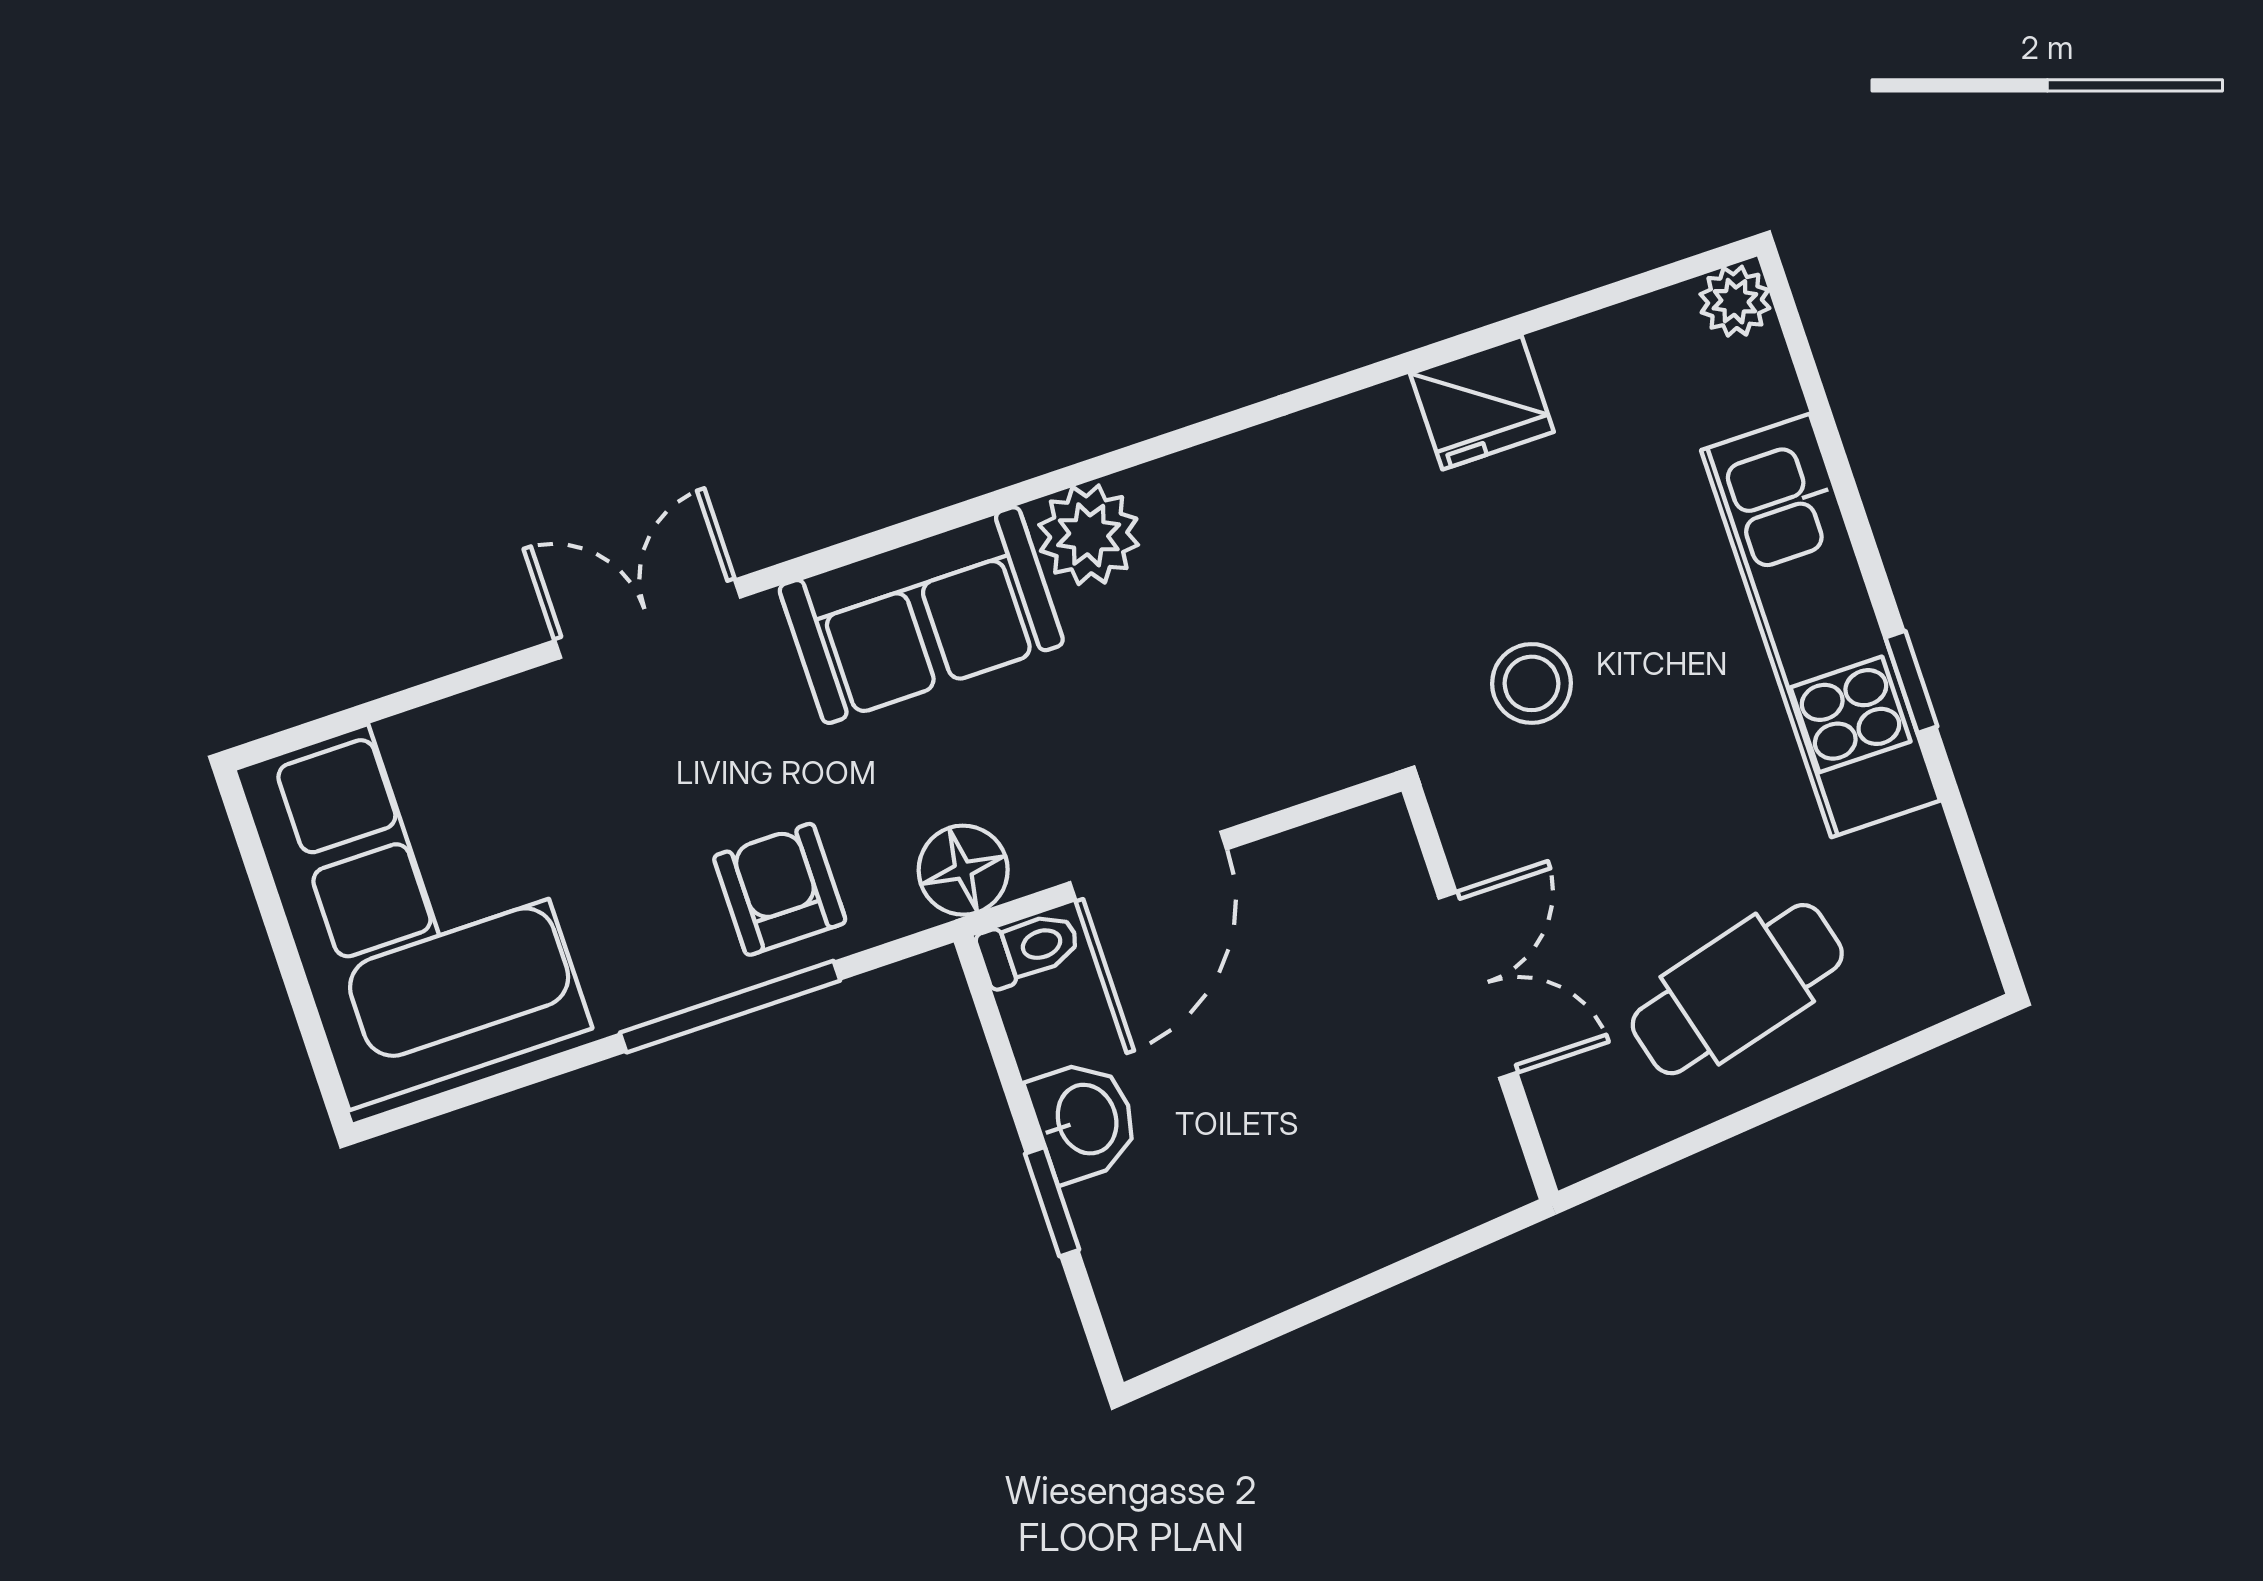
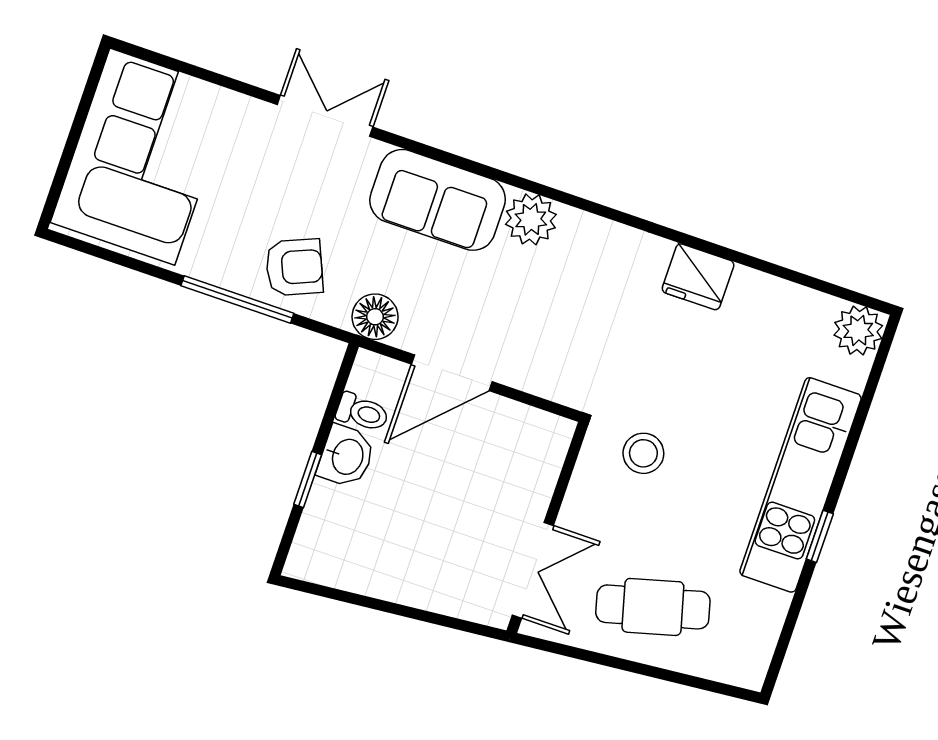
plant: (1735, 301) -> (858, 330), width x1.38, depth x1.38
fridge: (1482, 403) -> (698, 277), moved
stool: (1531, 683) -> (643, 453), moved
armchair: (780, 889) -> (294, 267), turned 67
toilet: (1029, 948) -> (362, 412), moved
double door: (1478, 985) -> (533, 570), moved

